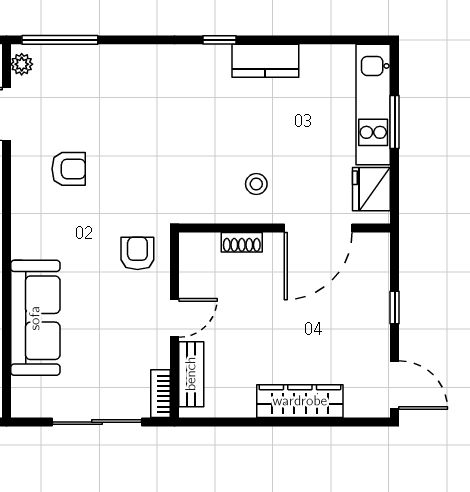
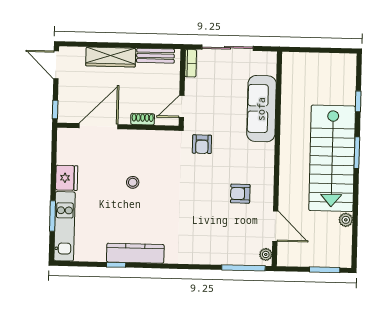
window: (219, 40) -> (116, 265), moved
kitchen counter: (265, 61) -> (135, 253), width x1.50
wall: (284, 228) -> (118, 127), moved
door: (318, 228) -> (99, 126), moved
shoe rack: (242, 242) -> (143, 119), moved
bench: (191, 374) -> (155, 56), moved, turned 90

